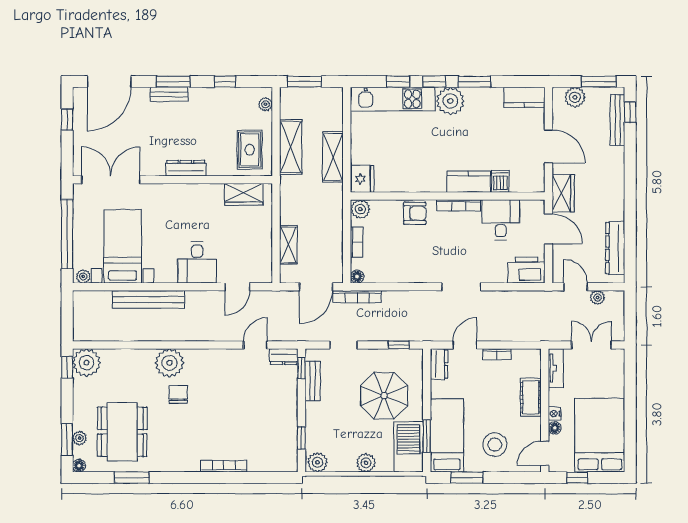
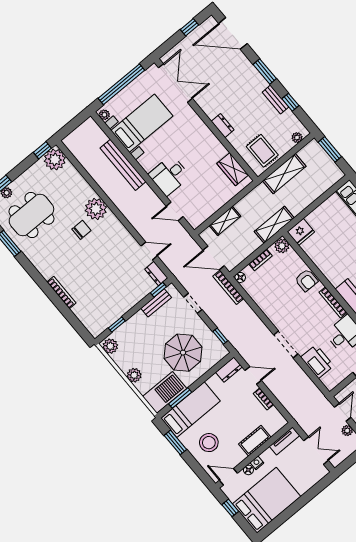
bench: (169, 94) -> (276, 100), moved
rug: (250, 150) -> (262, 151), turned 90
shelving: (333, 157) -> (274, 225), moved
dresser: (186, 168) -> (223, 126), width x0.70
printer: (526, 270) -> (317, 362), moved

